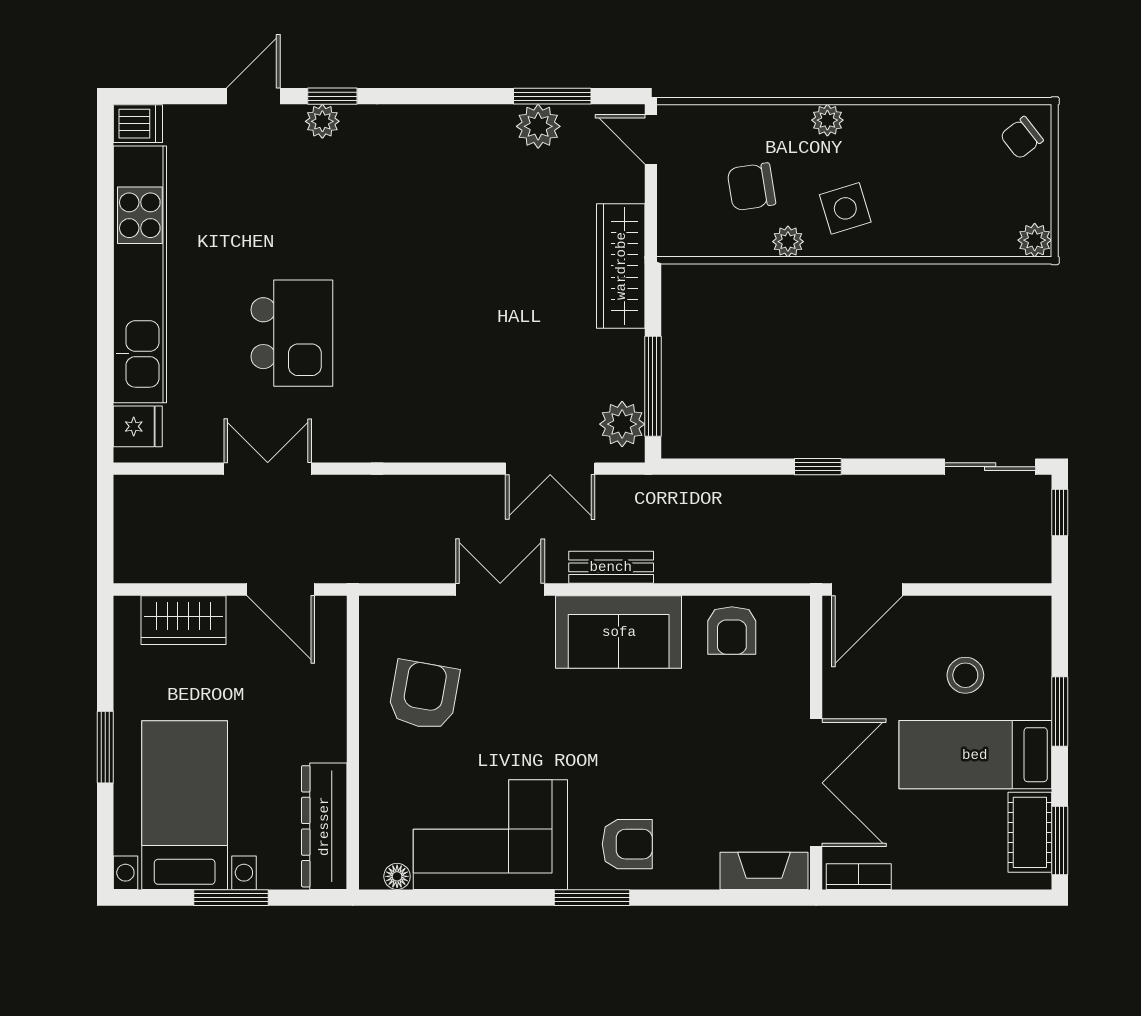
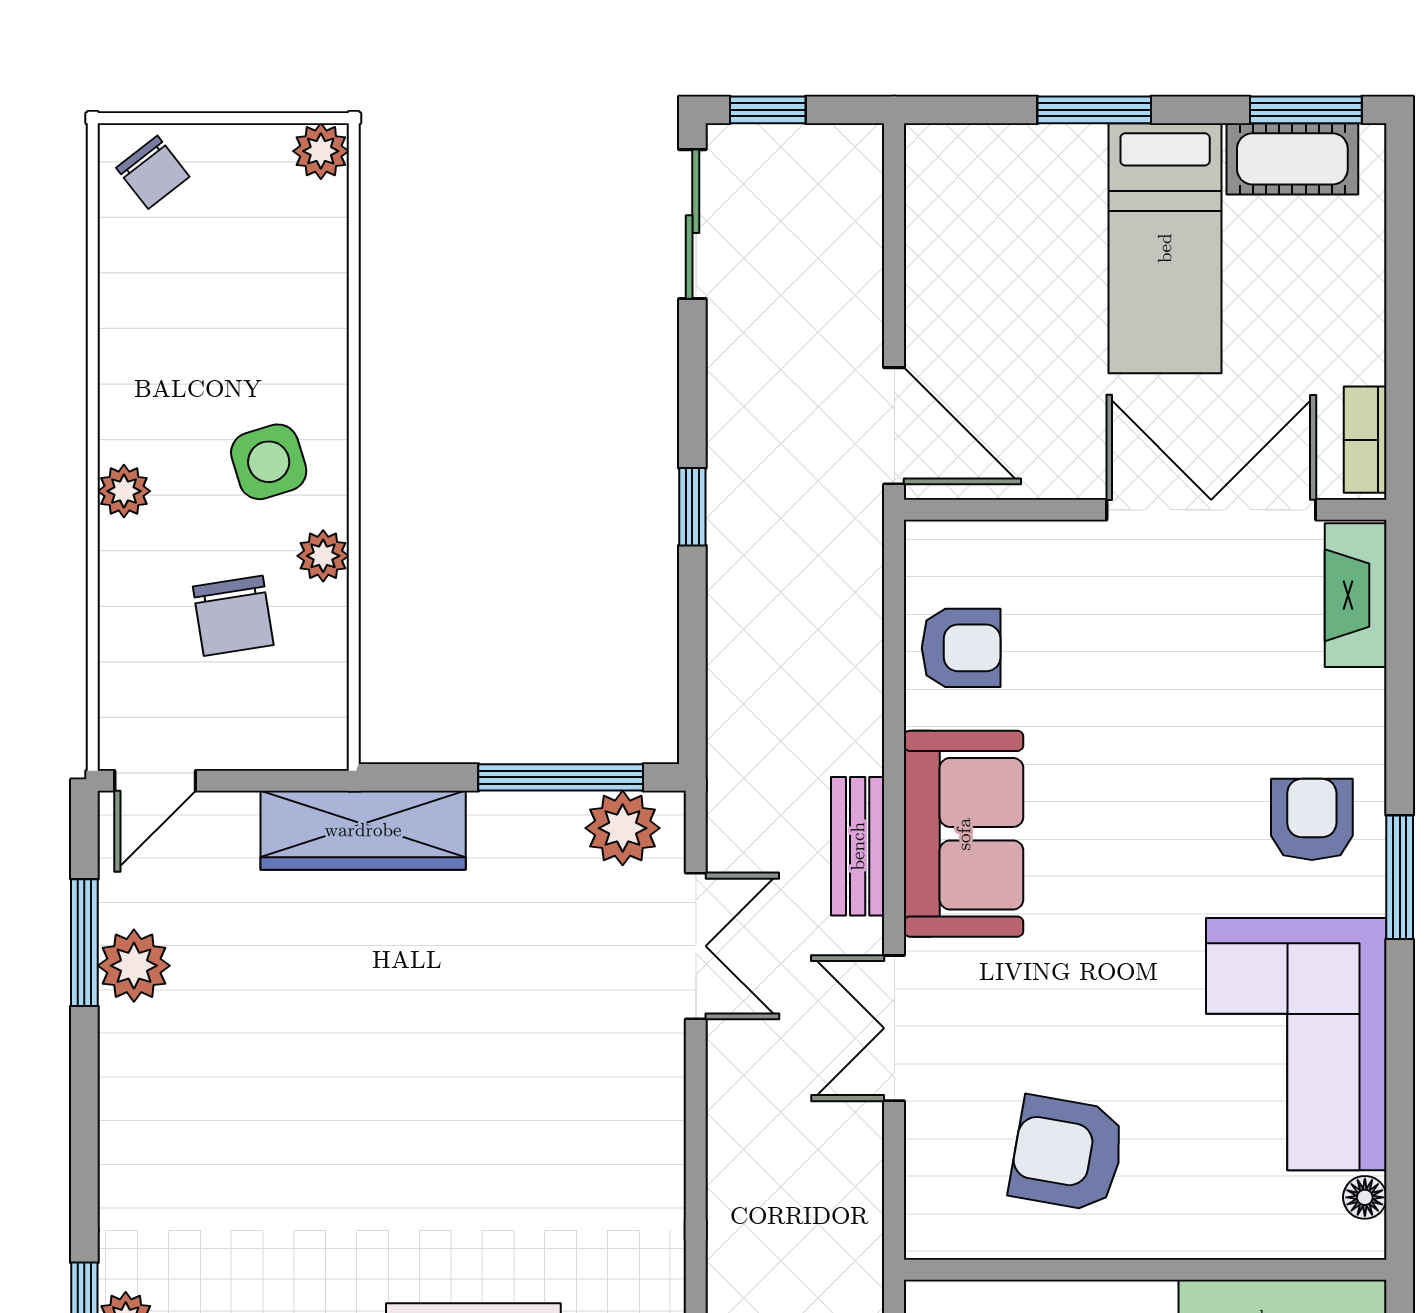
stool: (965, 675) -> (1035, 265), removed

